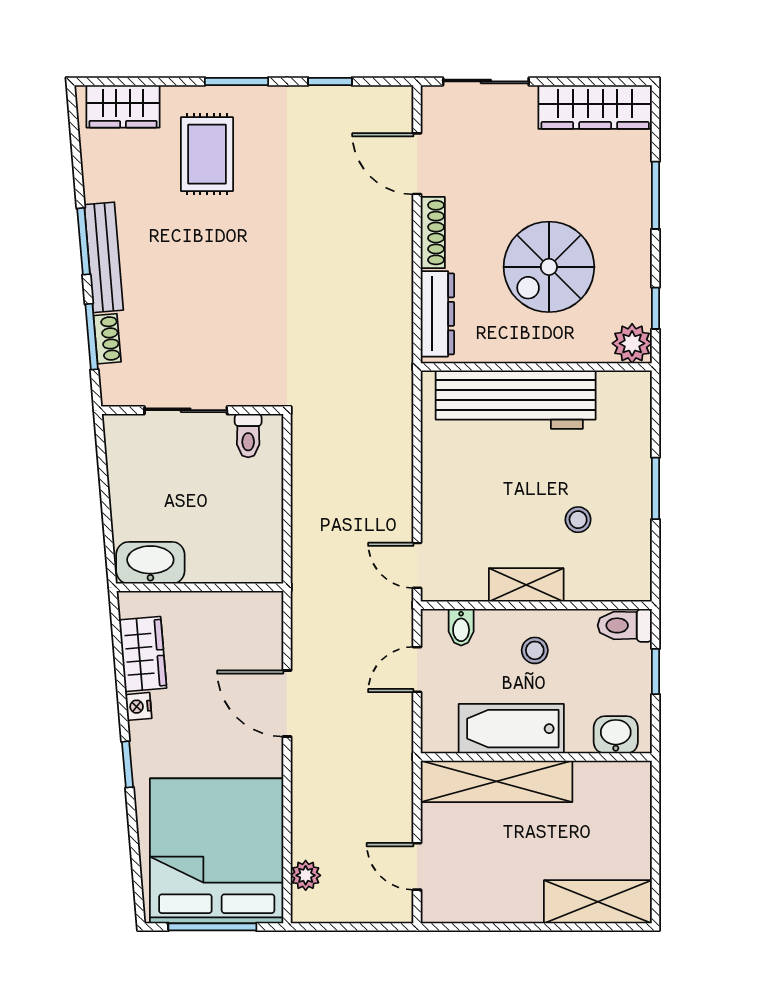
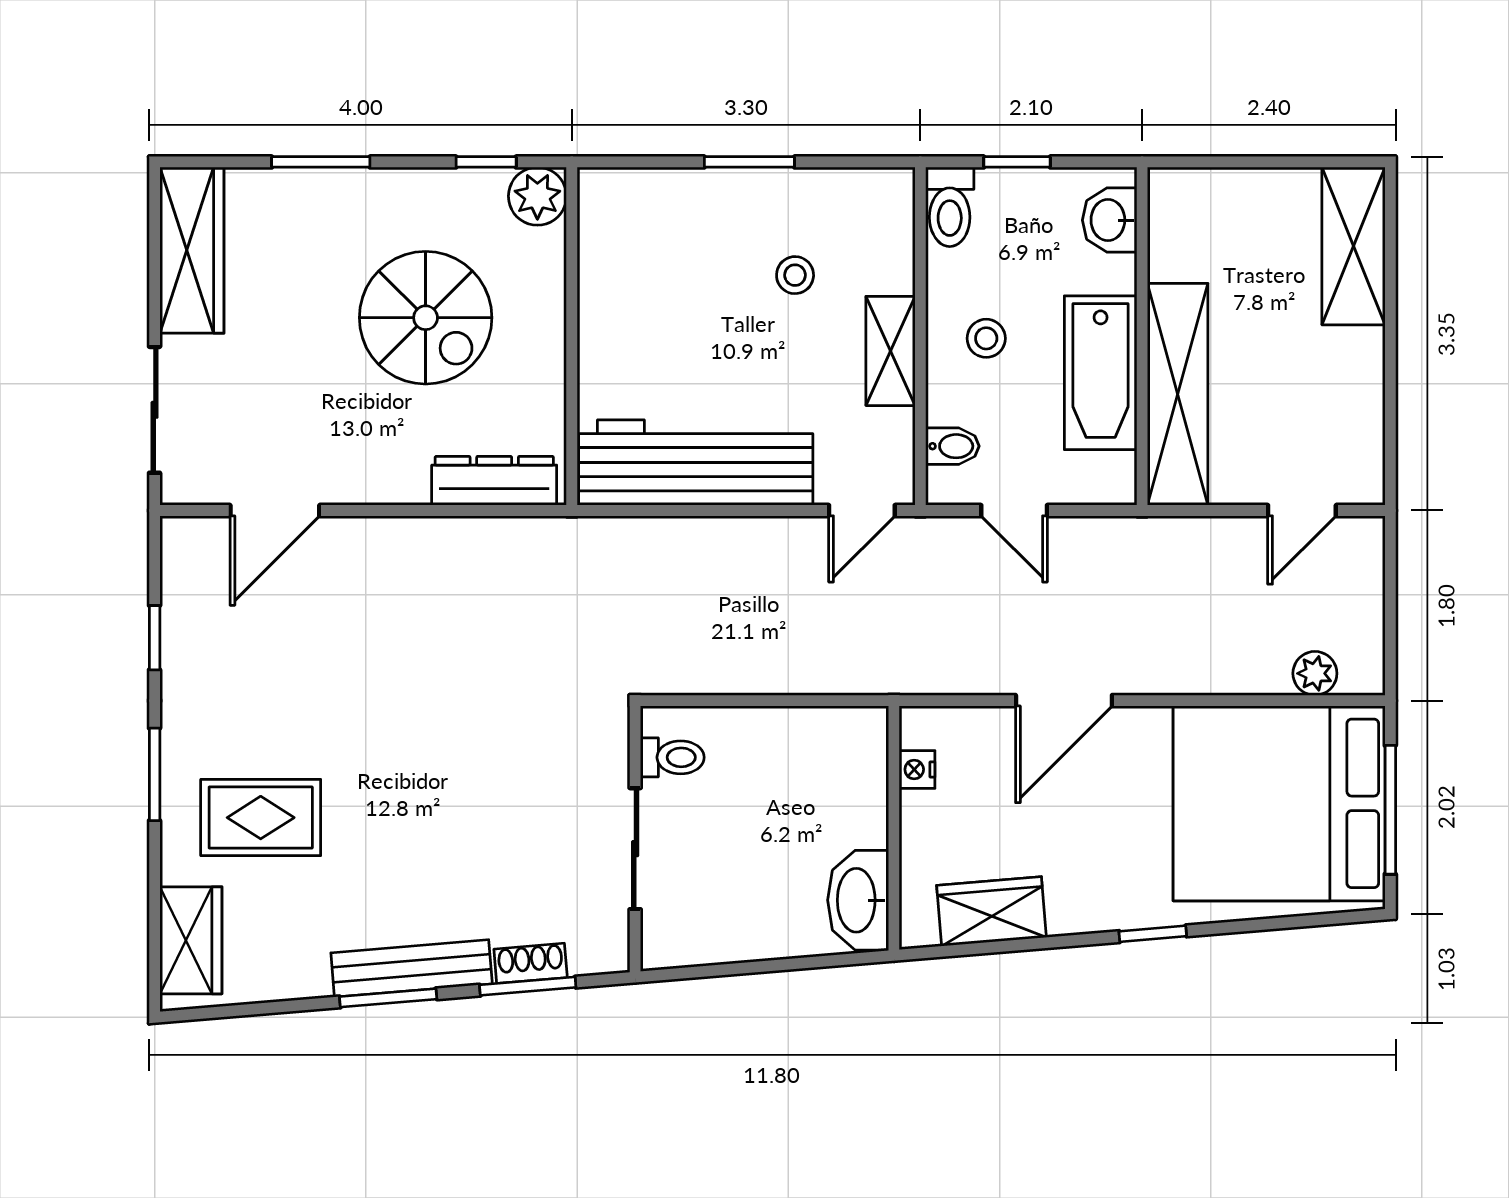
shoe rack: (433, 233) -> (375, 487), removed
workbench: (516, 400) -> (696, 463), moved, turned -90
nightstand: (139, 706) -> (917, 769), moved, turned 95

